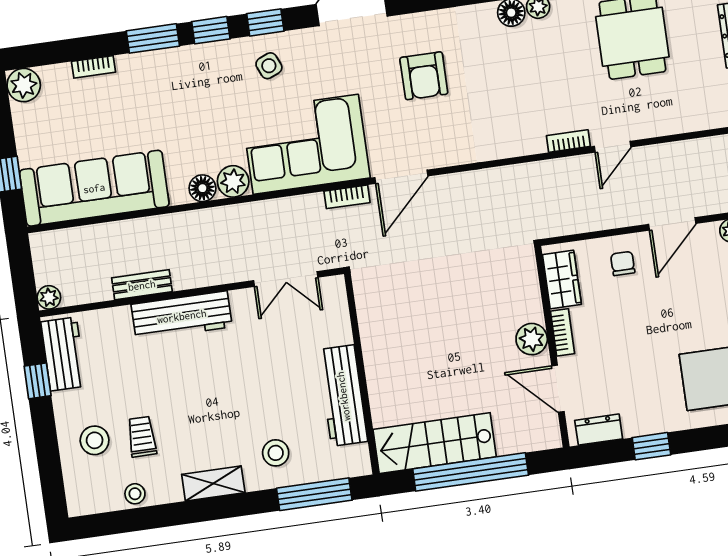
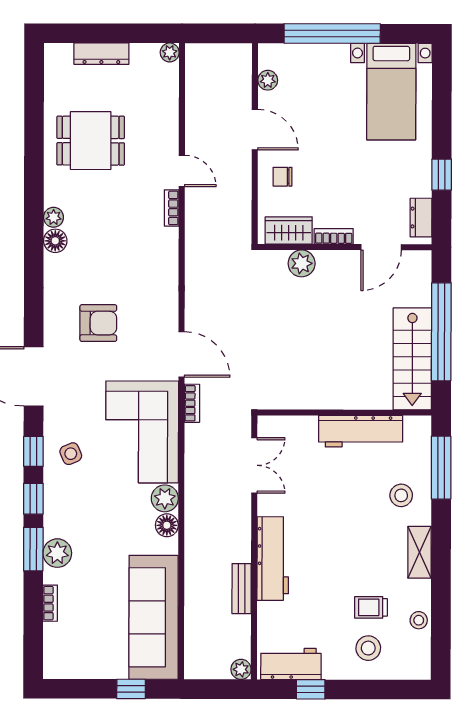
plant: (24, 85) -> (57, 553), moved
plant: (532, 339) -> (302, 263), moved

